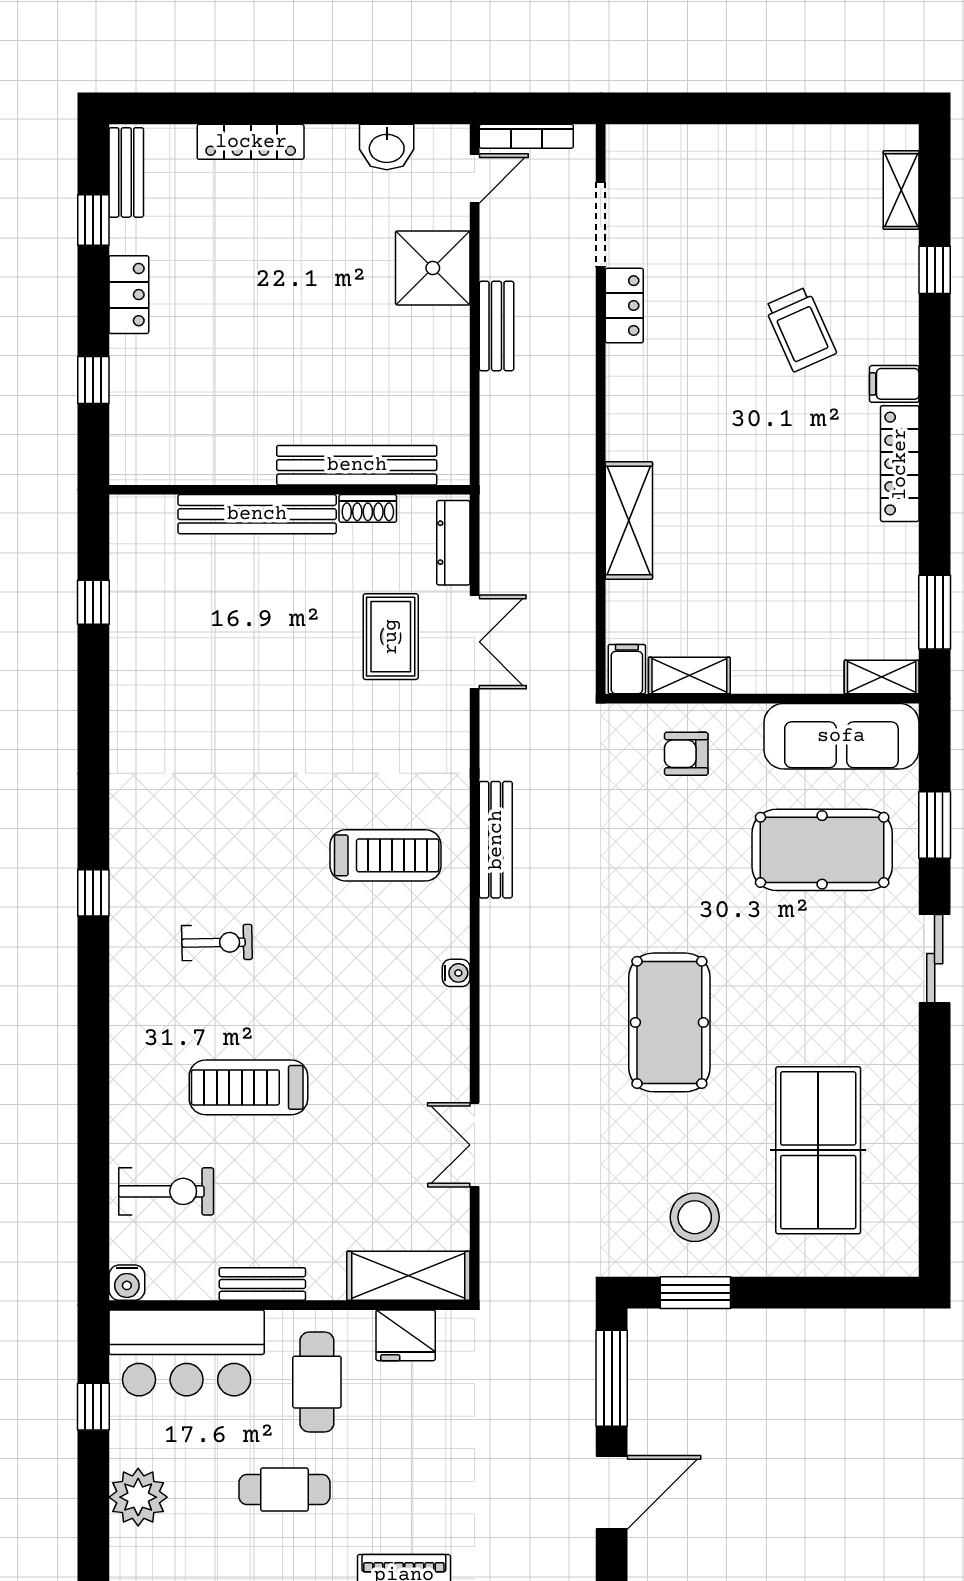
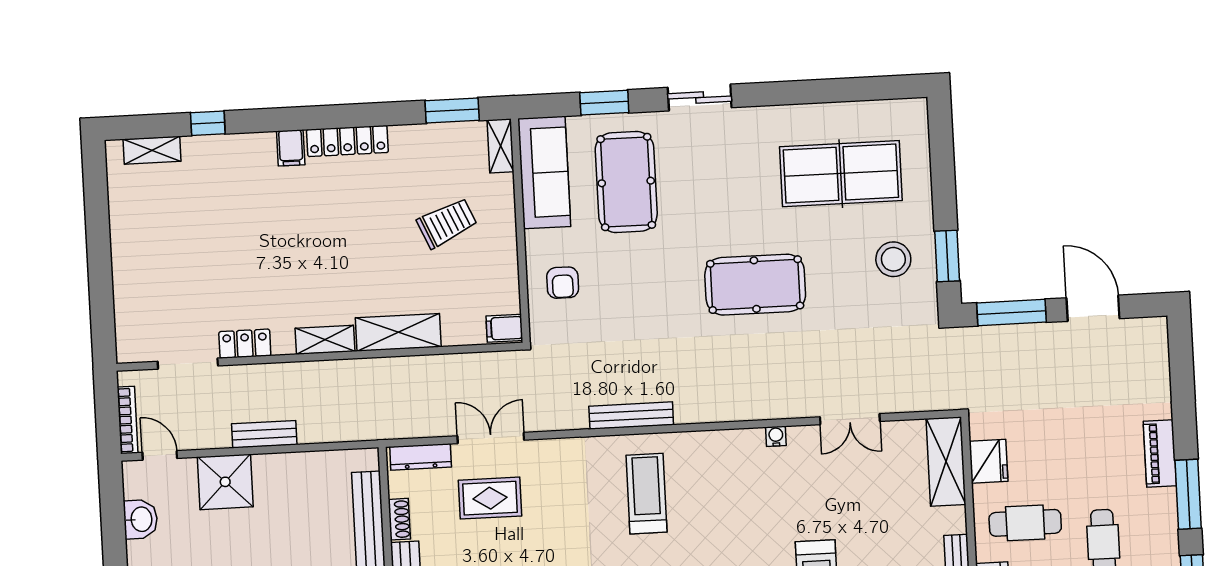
trolley: (800, 329) -> (447, 223), moved
shelving: (689, 675) -> (325, 340), moved, turned 90
water cooler: (456, 973) -> (776, 436), moved

